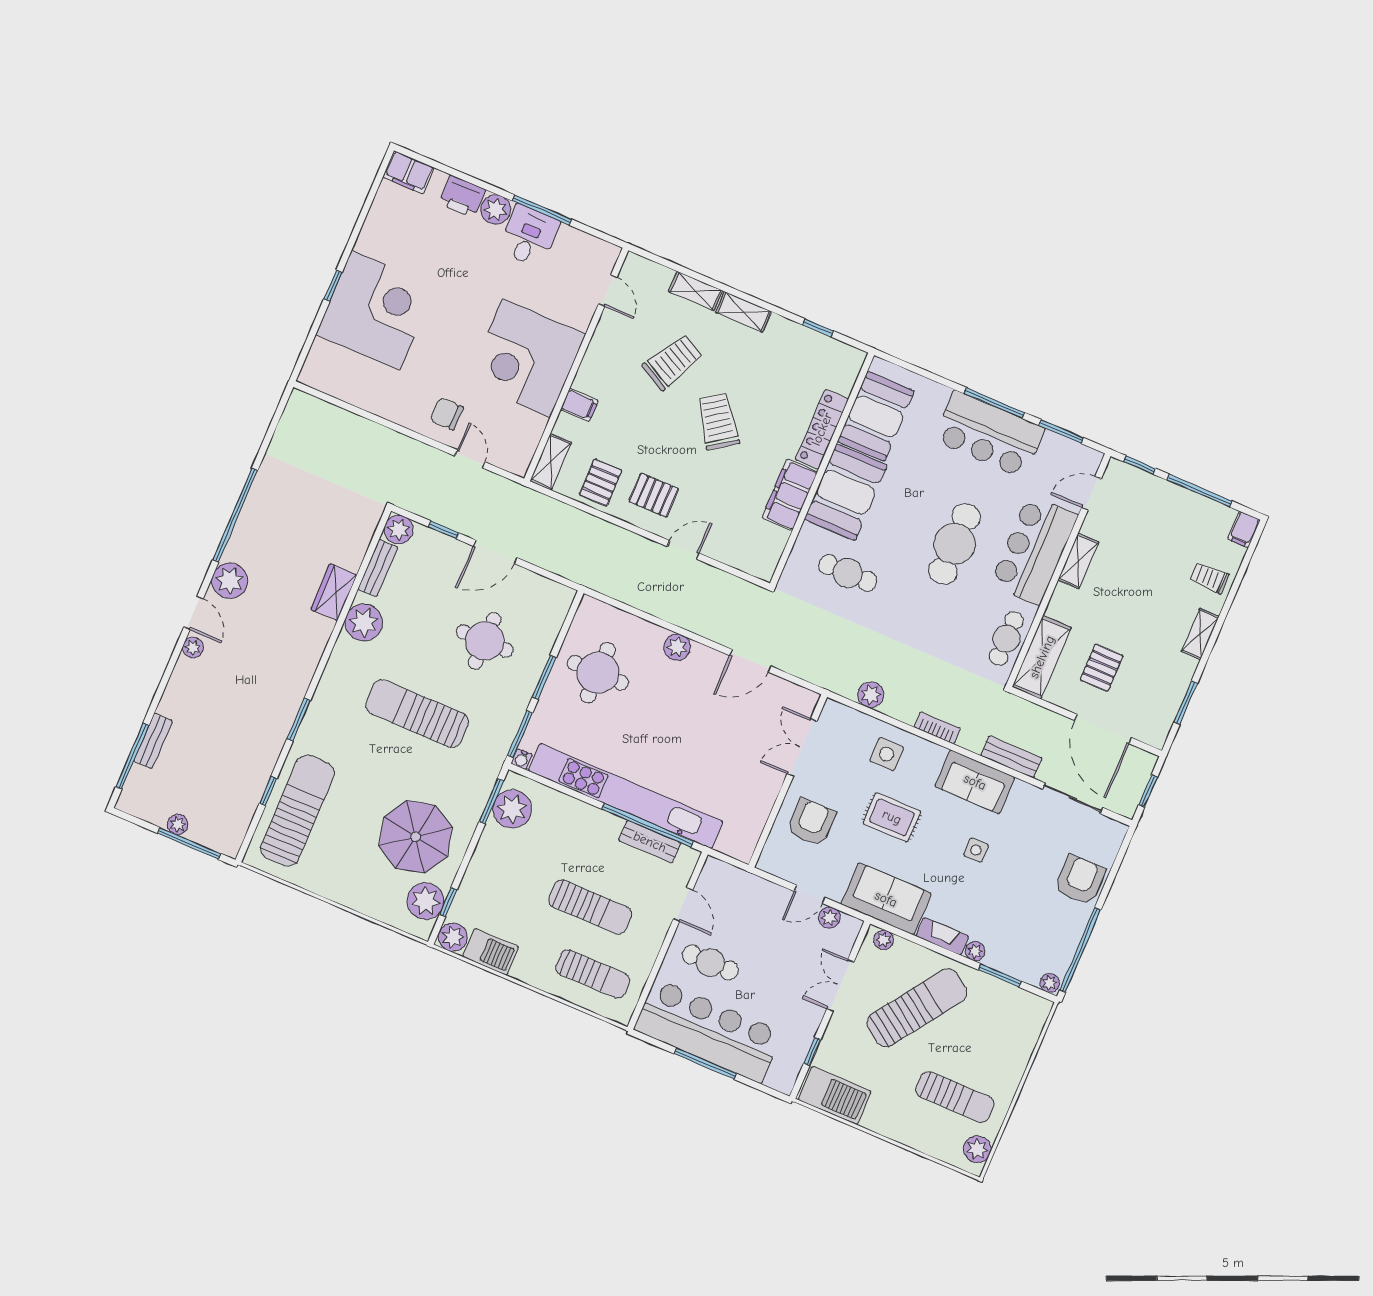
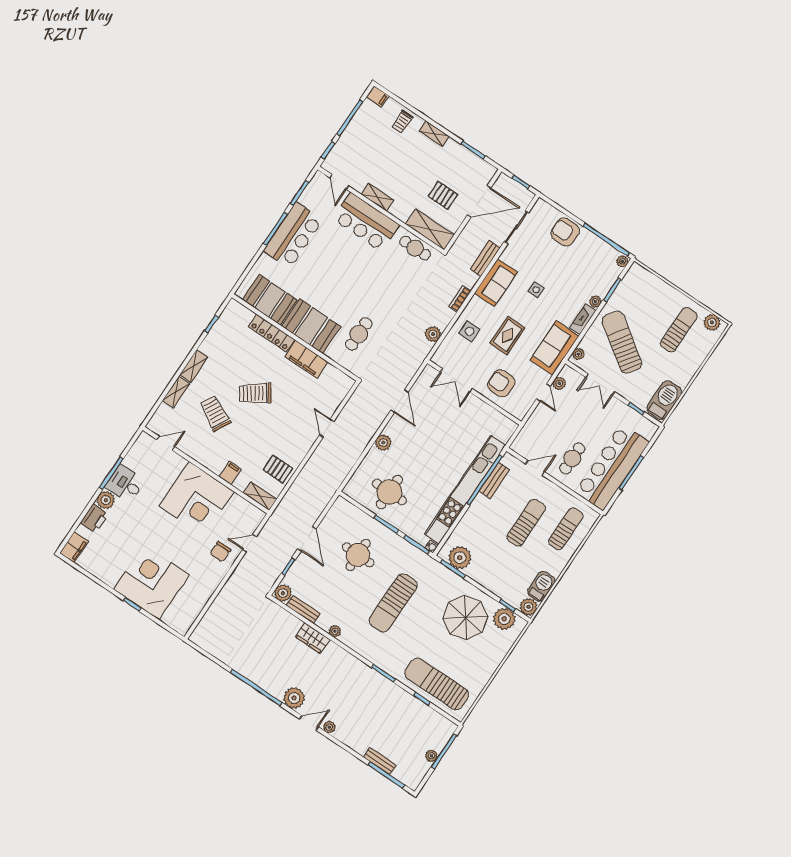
pallet: (654, 495) -> (291, 439), removed
cafe table: (955, 544) -> (354, 268), removed
plant: (364, 622) -> (335, 631), width x0.53, depth x0.53

